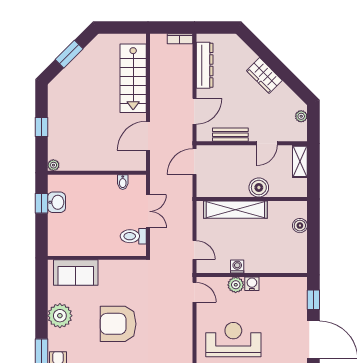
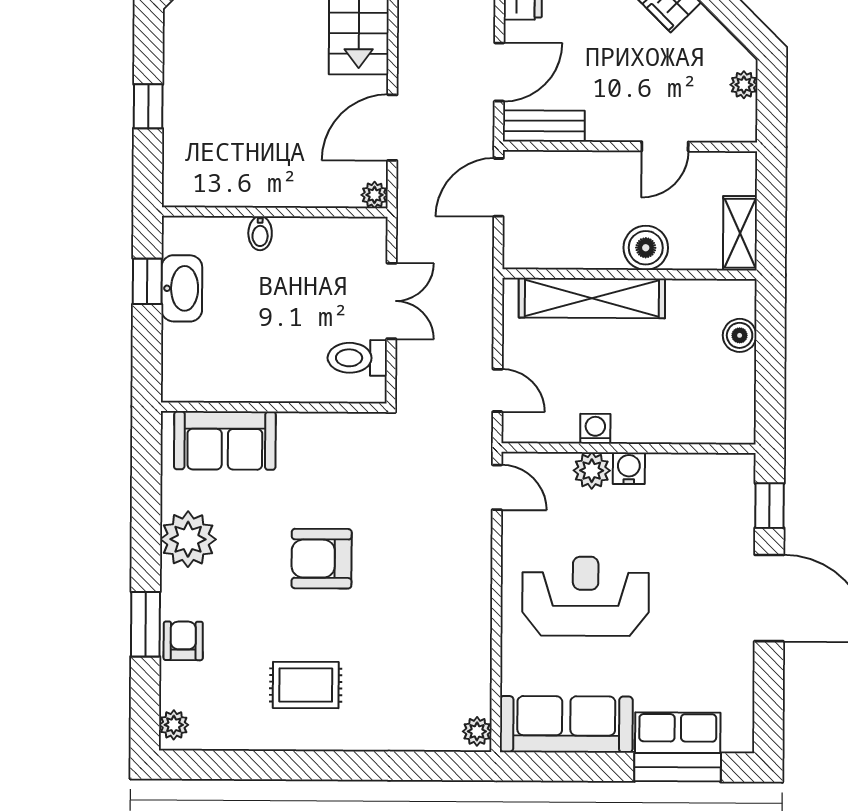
bench: (230, 135) -> (544, 126), moved
shelving: (300, 161) -> (740, 233), moved
plant: (53, 165) -> (374, 195), moved
bidet: (123, 182) -> (260, 233), moved
washbasin: (57, 202) -> (182, 288), width x1.38
armchair: (118, 324) -> (322, 559), width x0.73, depth x0.73

